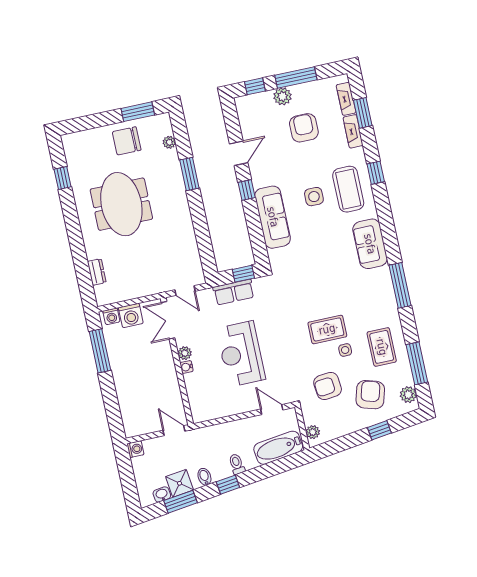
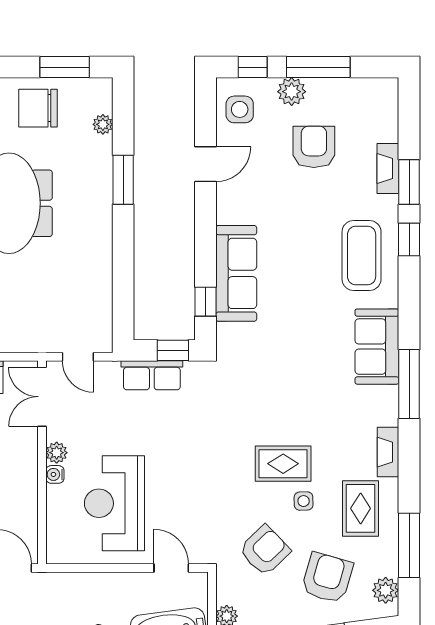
fireplace: (346, 99) -> (388, 452), moved
window: (363, 113) -> (409, 182), moved
window: (247, 190) -> (206, 302), moved
side table: (314, 197) -> (240, 109), moved
window: (400, 285) -> (409, 384), moved
reception desk: (241, 354) -> (114, 503), moved
armchair: (328, 386) -> (265, 550), turned 142

